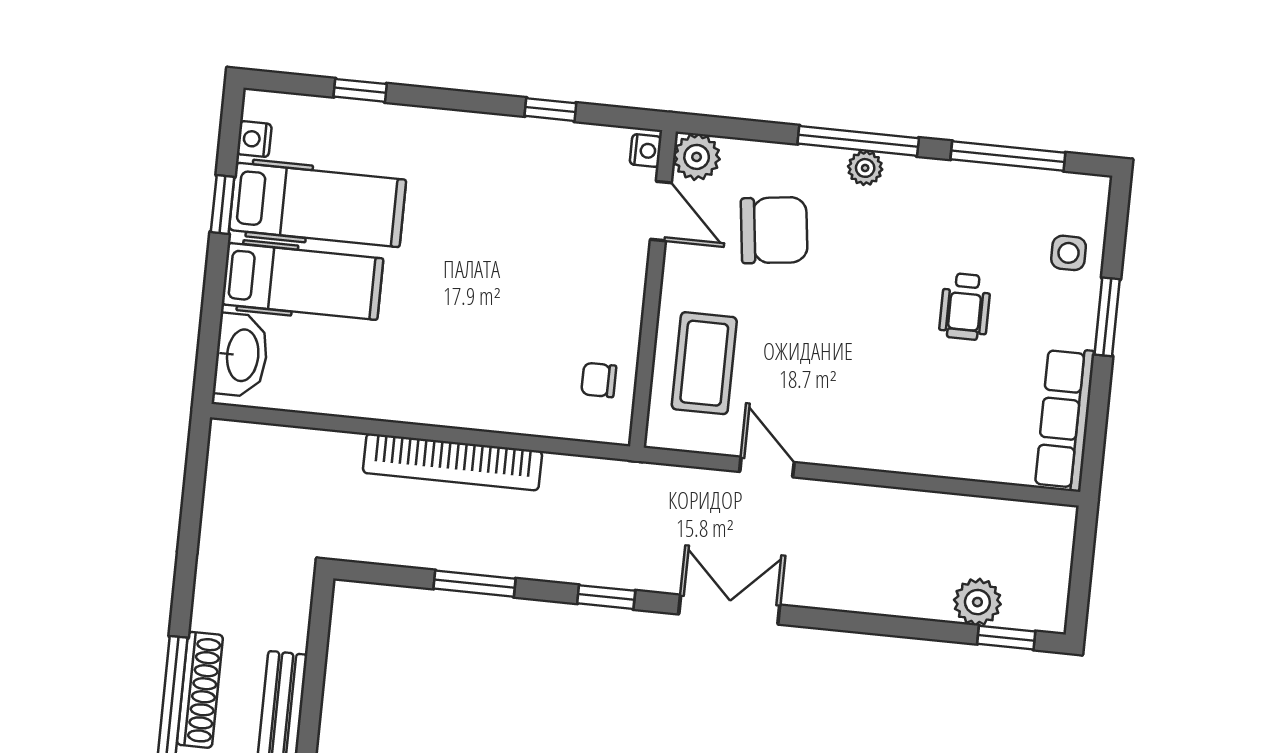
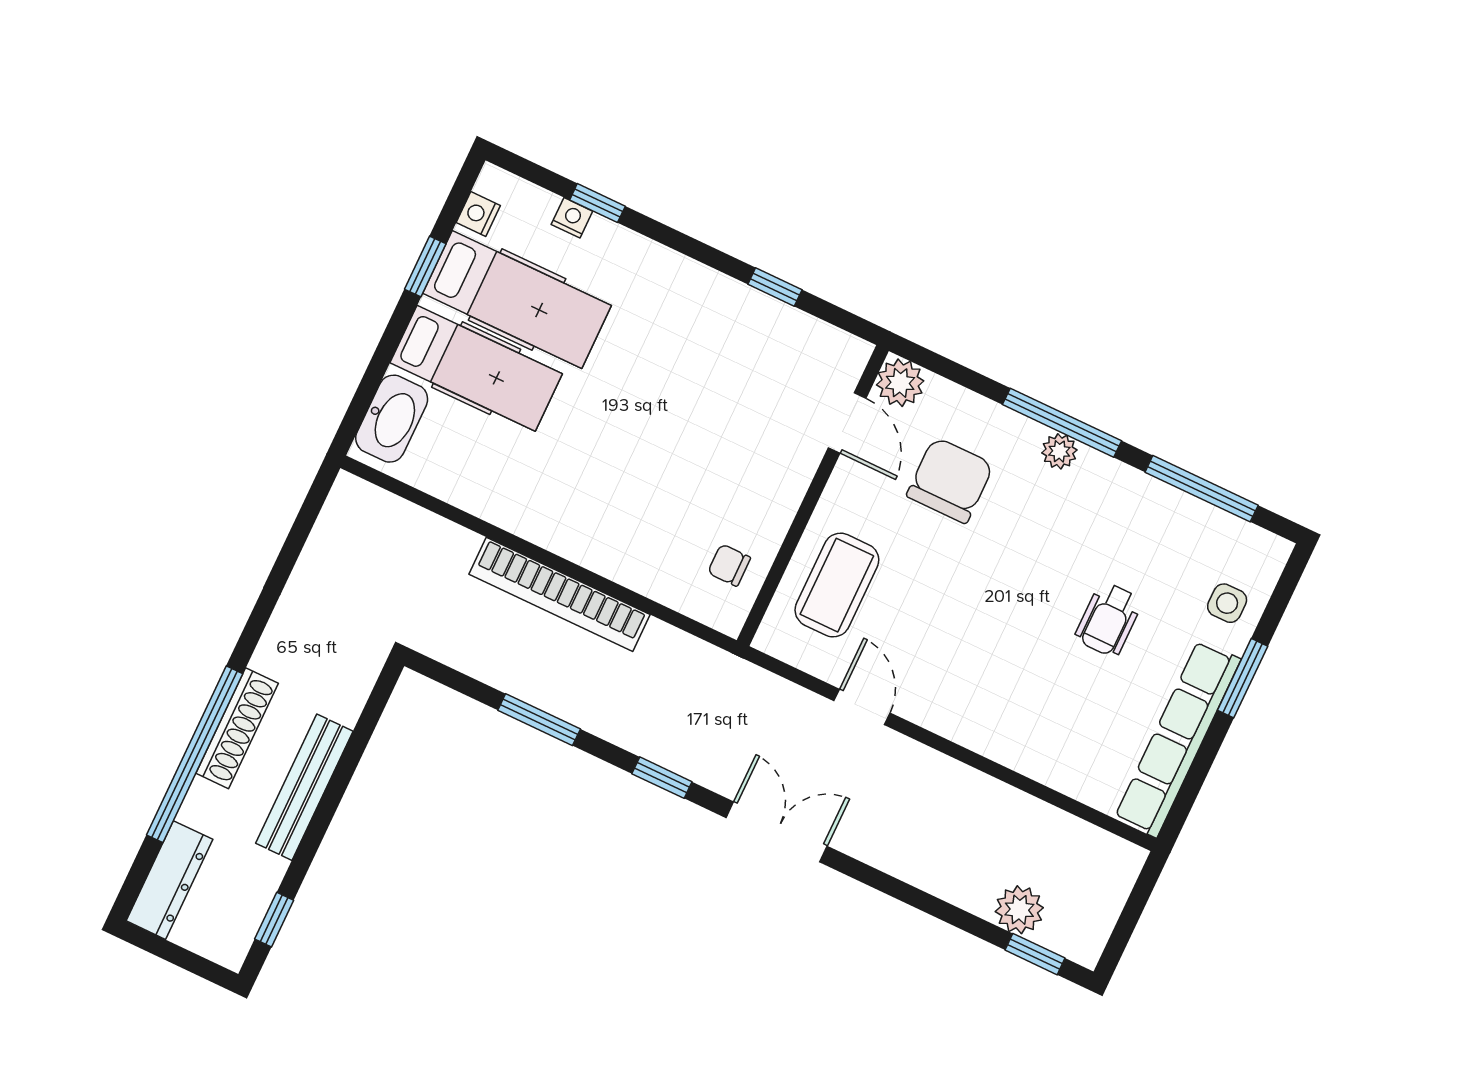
nightstand: (646, 151) -> (572, 218), moved, turned -90
chair: (774, 230) -> (950, 480), turned -83
row of seats: (1065, 419) -> (1178, 739), width x1.36

